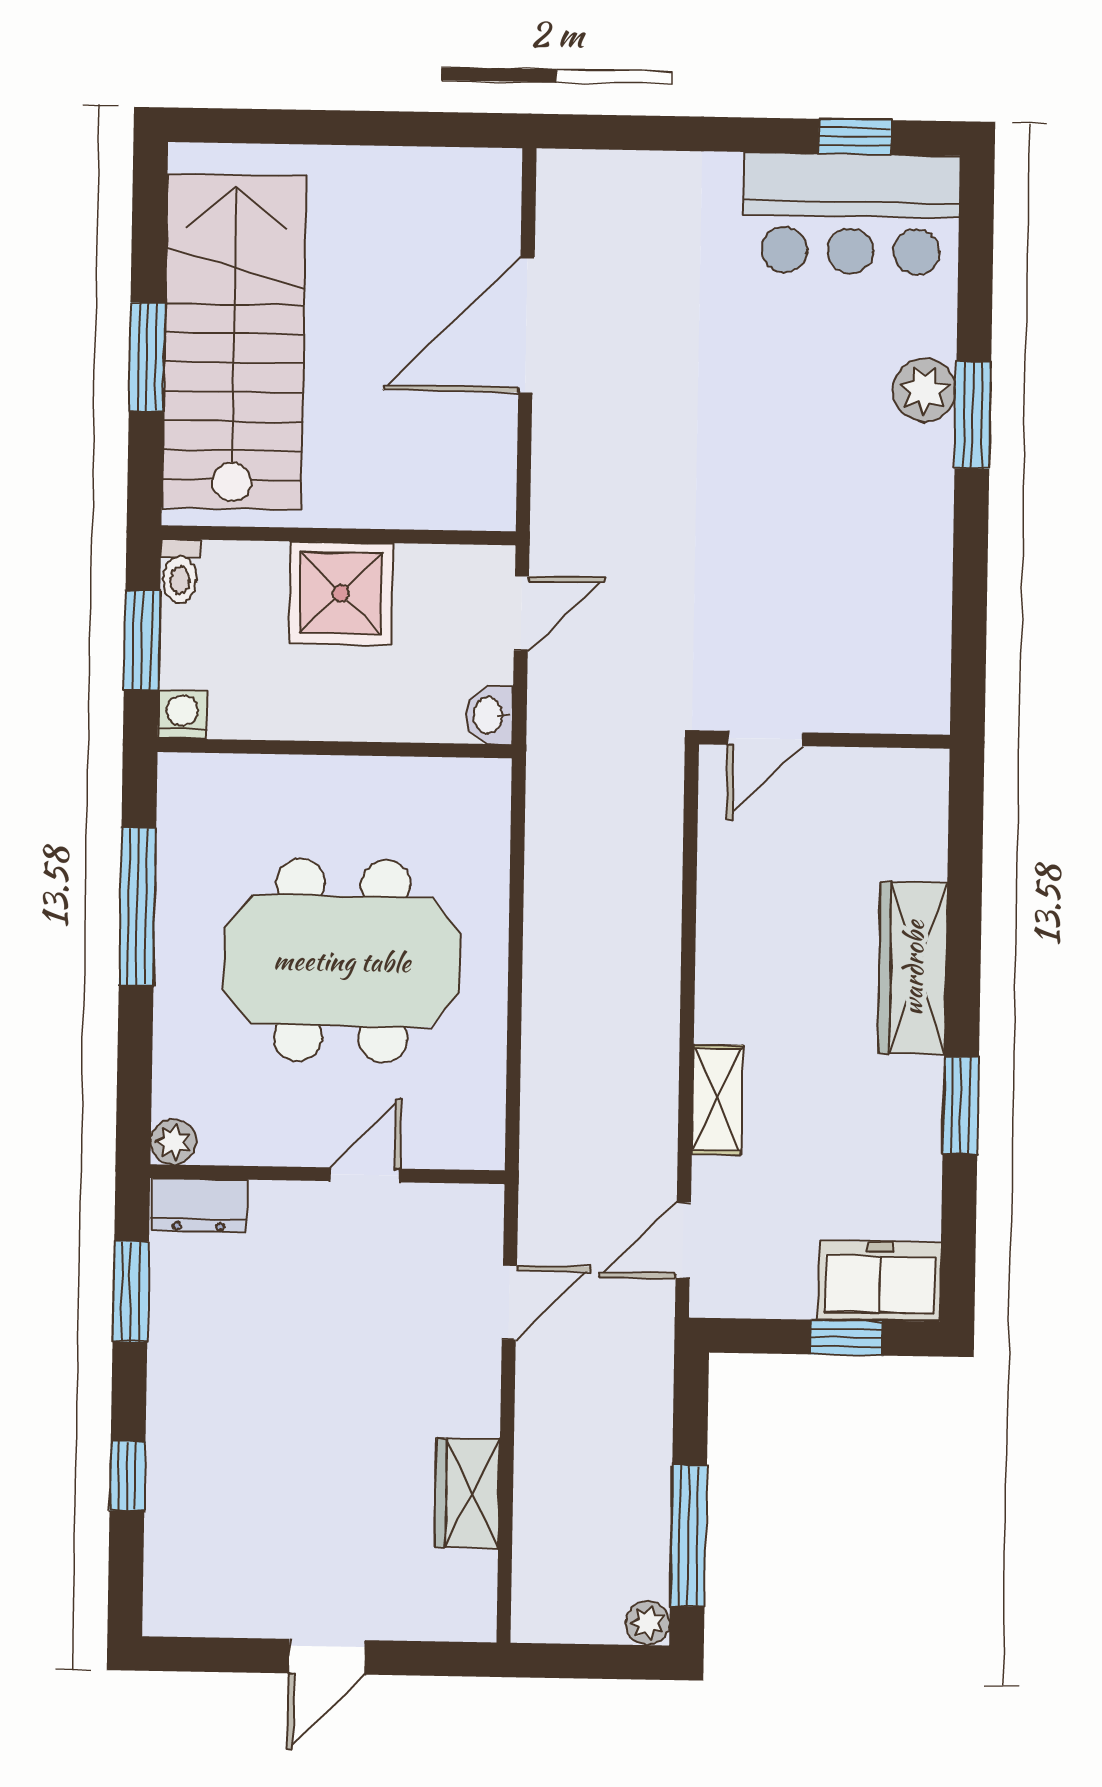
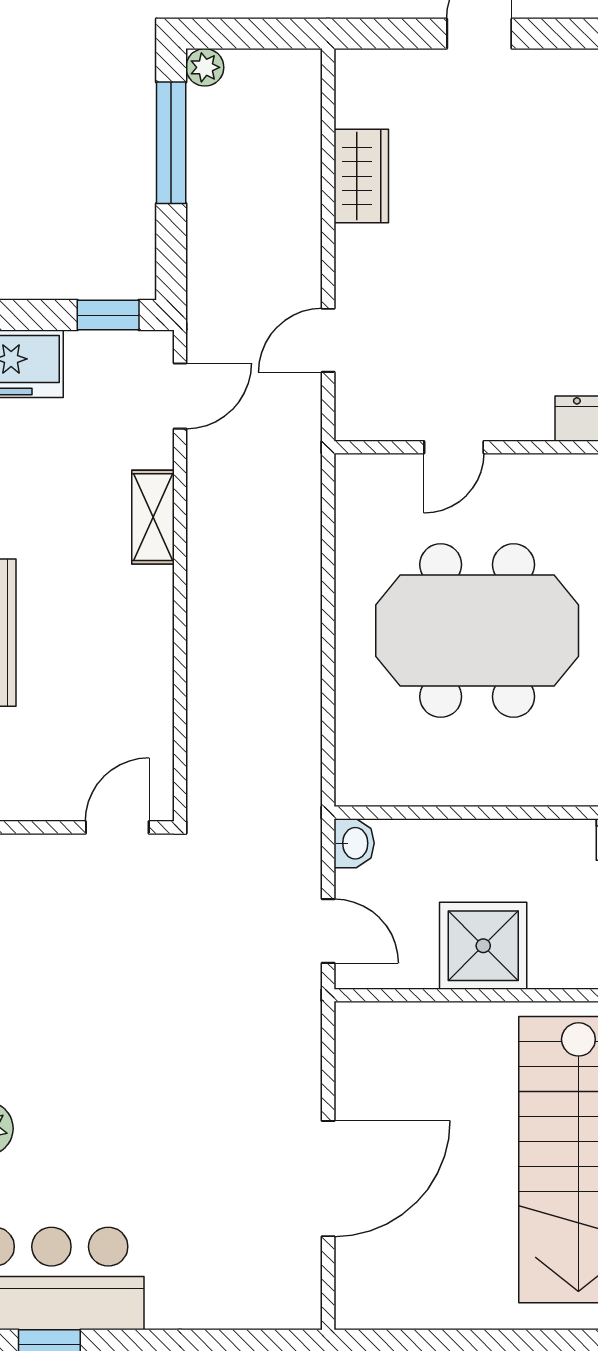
door: (521, 613) -> (328, 931), swing flipped
window: (847, 1338) -> (108, 315), moved

